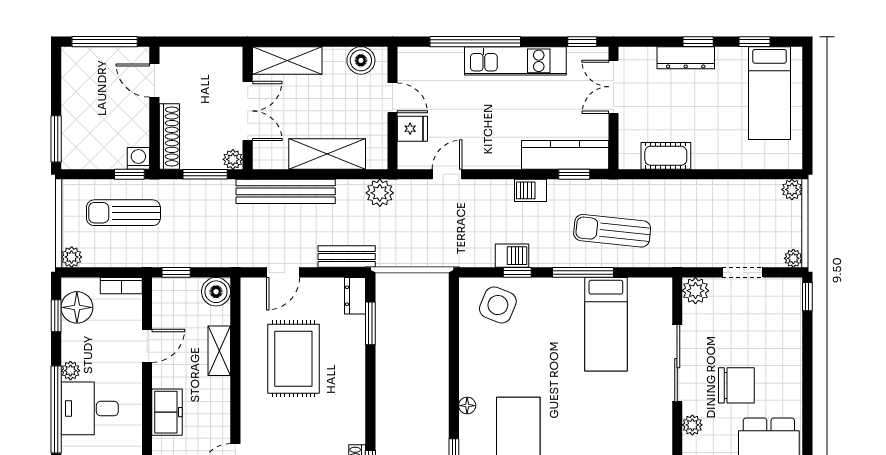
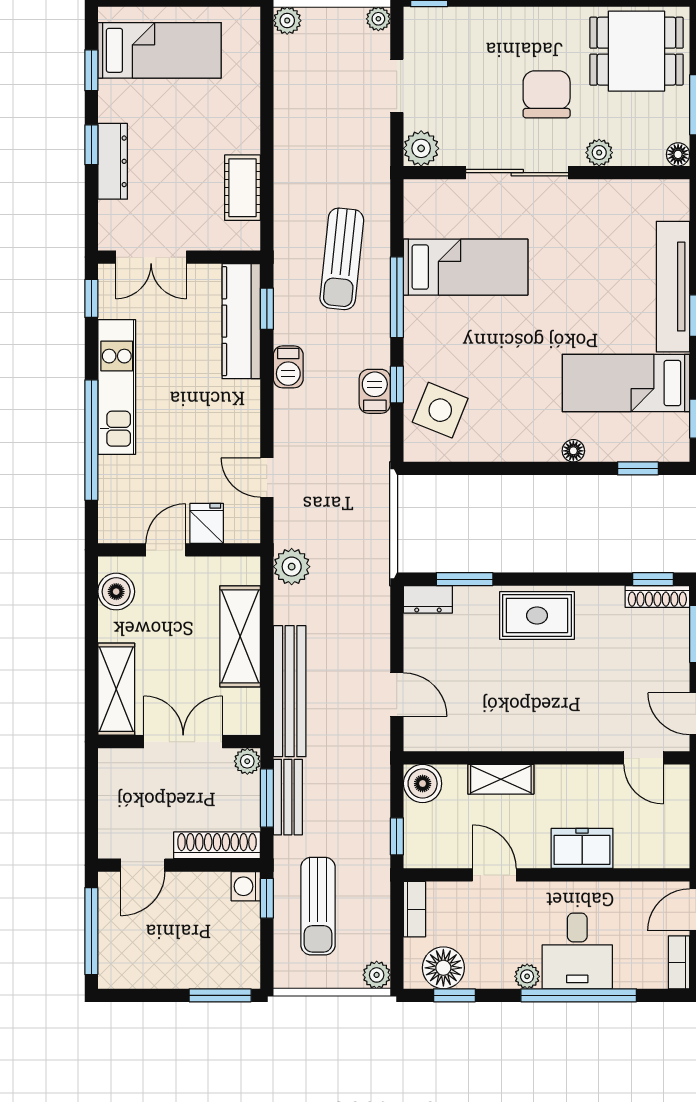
bench: (347, 257) -> (288, 797), moved
rug: (293, 359) -> (537, 615), moved, width x0.73, depth x0.70

